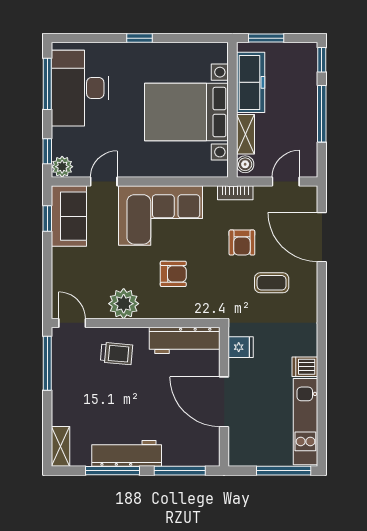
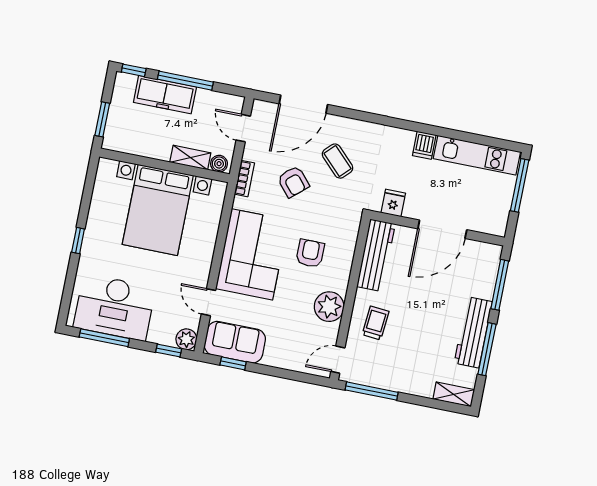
freezer: (251, 82) -> (165, 95), moved, turned 180
armchair: (242, 243) -> (293, 182), turned 49
coffee table: (272, 283) -> (337, 161), turned -45

